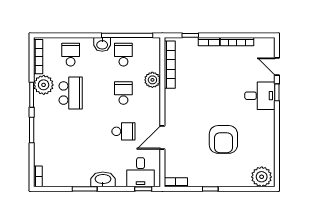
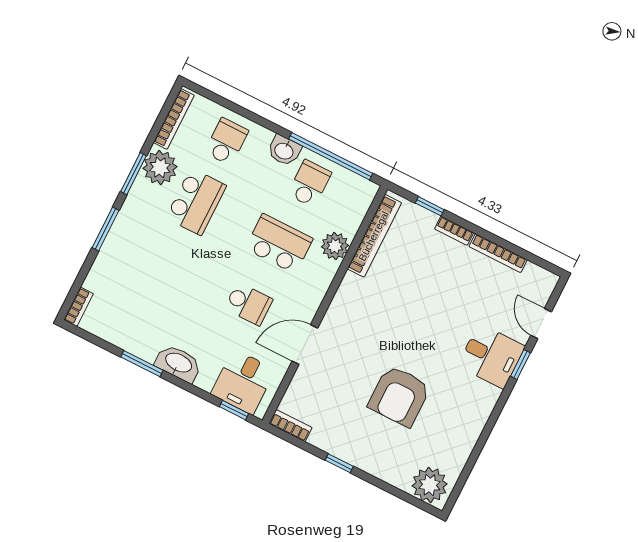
school desk: (123, 93) -> (279, 244), width x1.85

